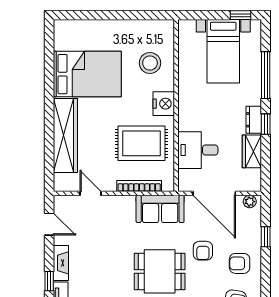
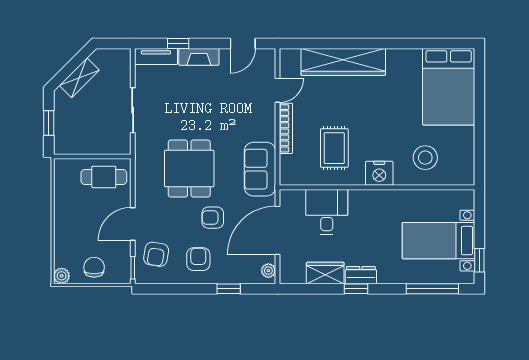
bed: (87, 74) -> (449, 87), moved
window: (266, 75) -> (432, 289), moved
rug: (142, 143) -> (334, 148), width x0.73, depth x0.70
bookcase: (139, 186) -> (286, 128), moved

